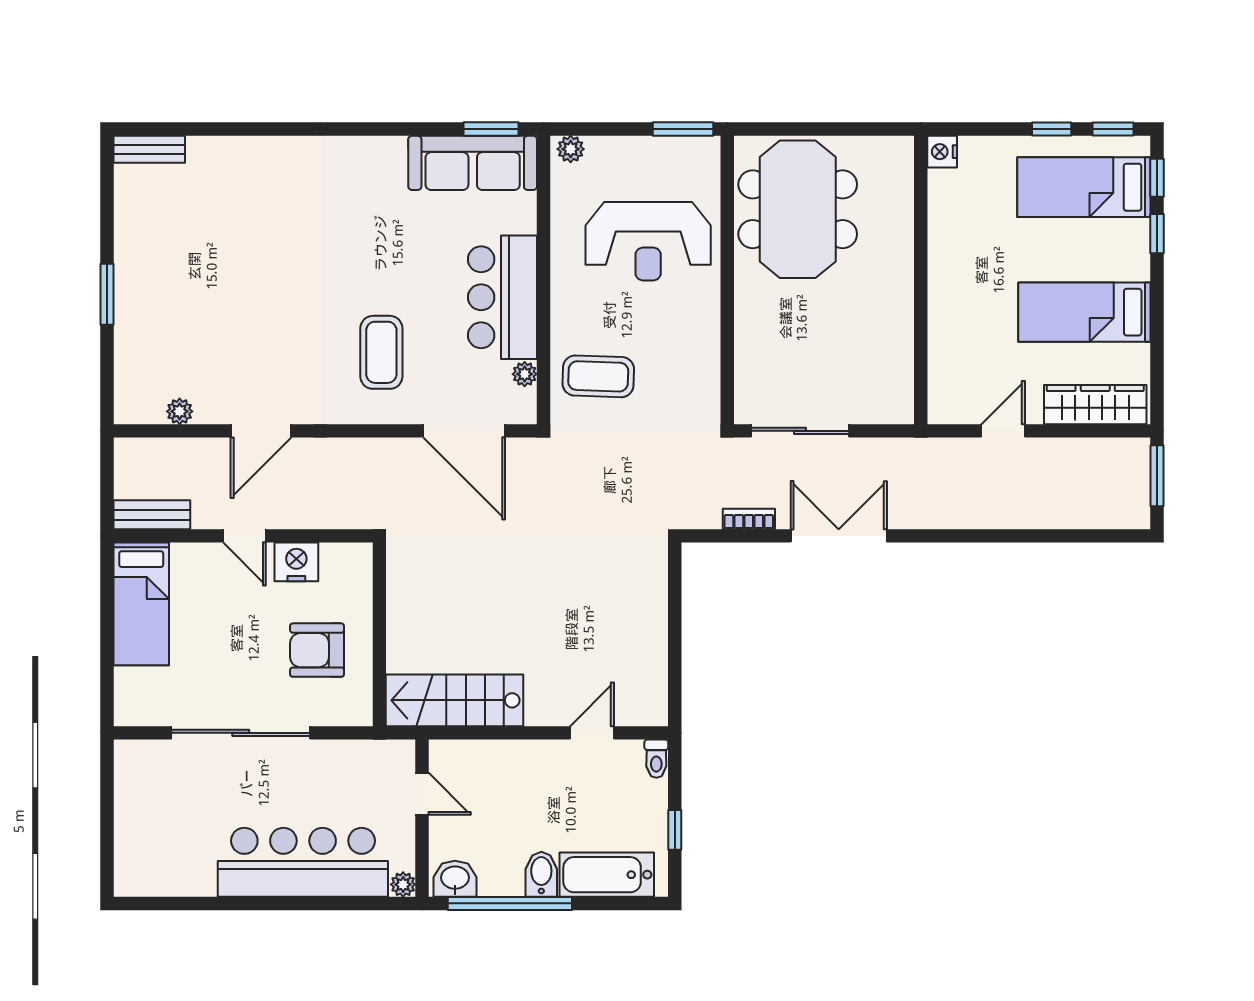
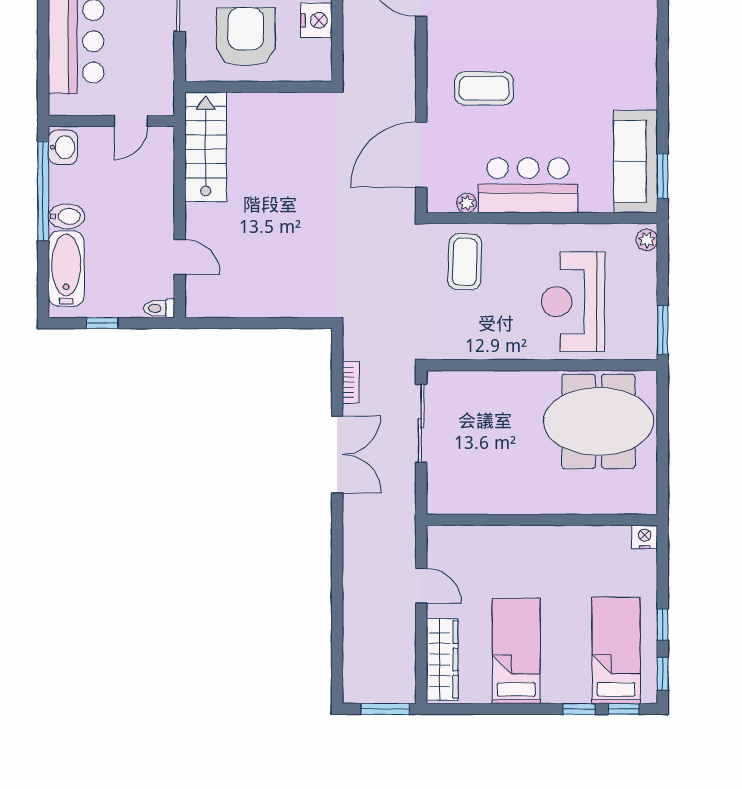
armchair: (317, 650) -> (246, 37), width x1.36, depth x1.36
plant: (403, 884) -> (58, 106), removed

